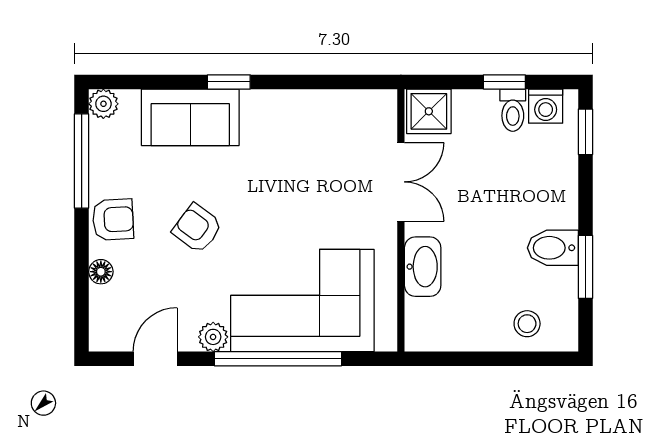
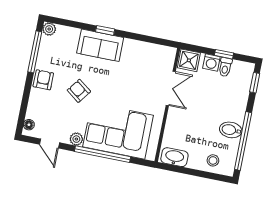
washing machine: (546, 106) -> (211, 62), moved
sofa: (190, 117) -> (100, 45), moved
armchair: (113, 220) -> (43, 80), turned -87
washbasin: (423, 267) -> (174, 157), moved, turned -90
window: (585, 267) -> (243, 141), width x2.11
floor lamp: (101, 272) -> (29, 125), moved
door: (155, 359) -> (49, 143), swing flipped

